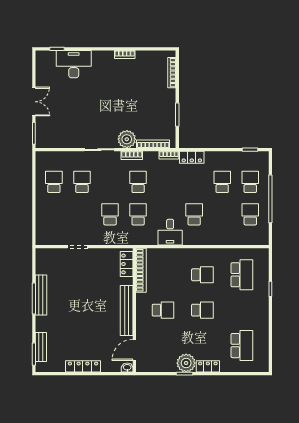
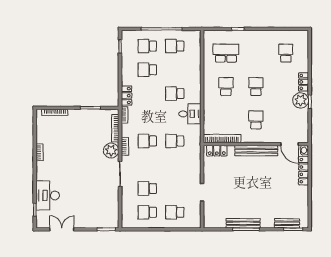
double door: (34, 102) -> (62, 229), moved
school desk: (110, 214) -> (175, 212), moved
school desk: (242, 346) -> (286, 53), width x0.54
locker: (83, 366) -> (304, 171), moved

